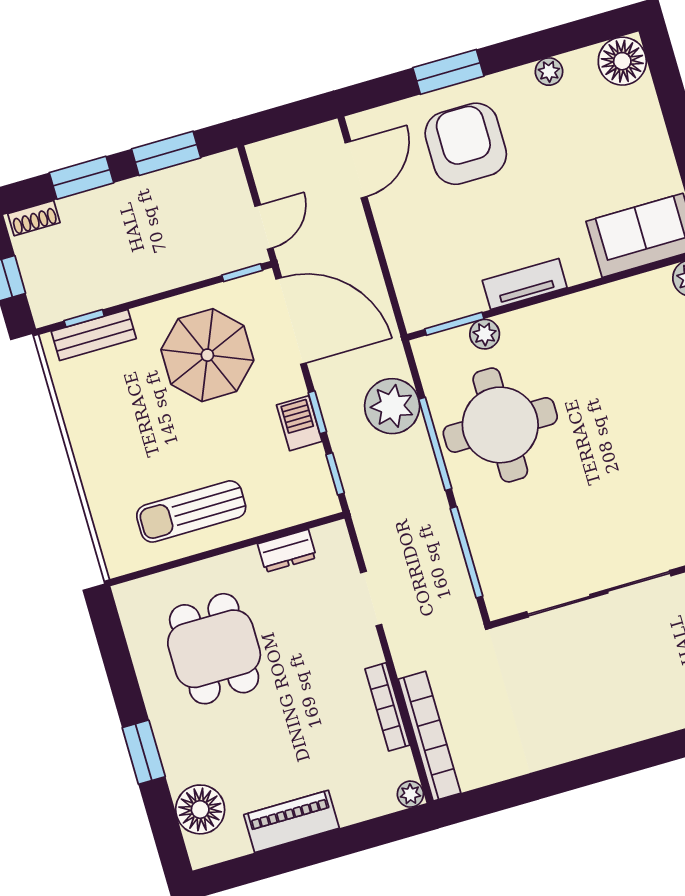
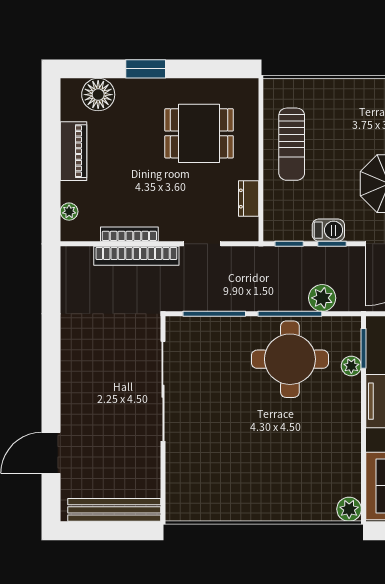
plant: (392, 406) -> (322, 298), width x0.73, depth x0.73
sun lounger: (191, 511) -> (292, 144), turned 180
bookcase: (429, 736) -> (136, 256), moved
plant: (410, 794) -> (69, 212), moved

